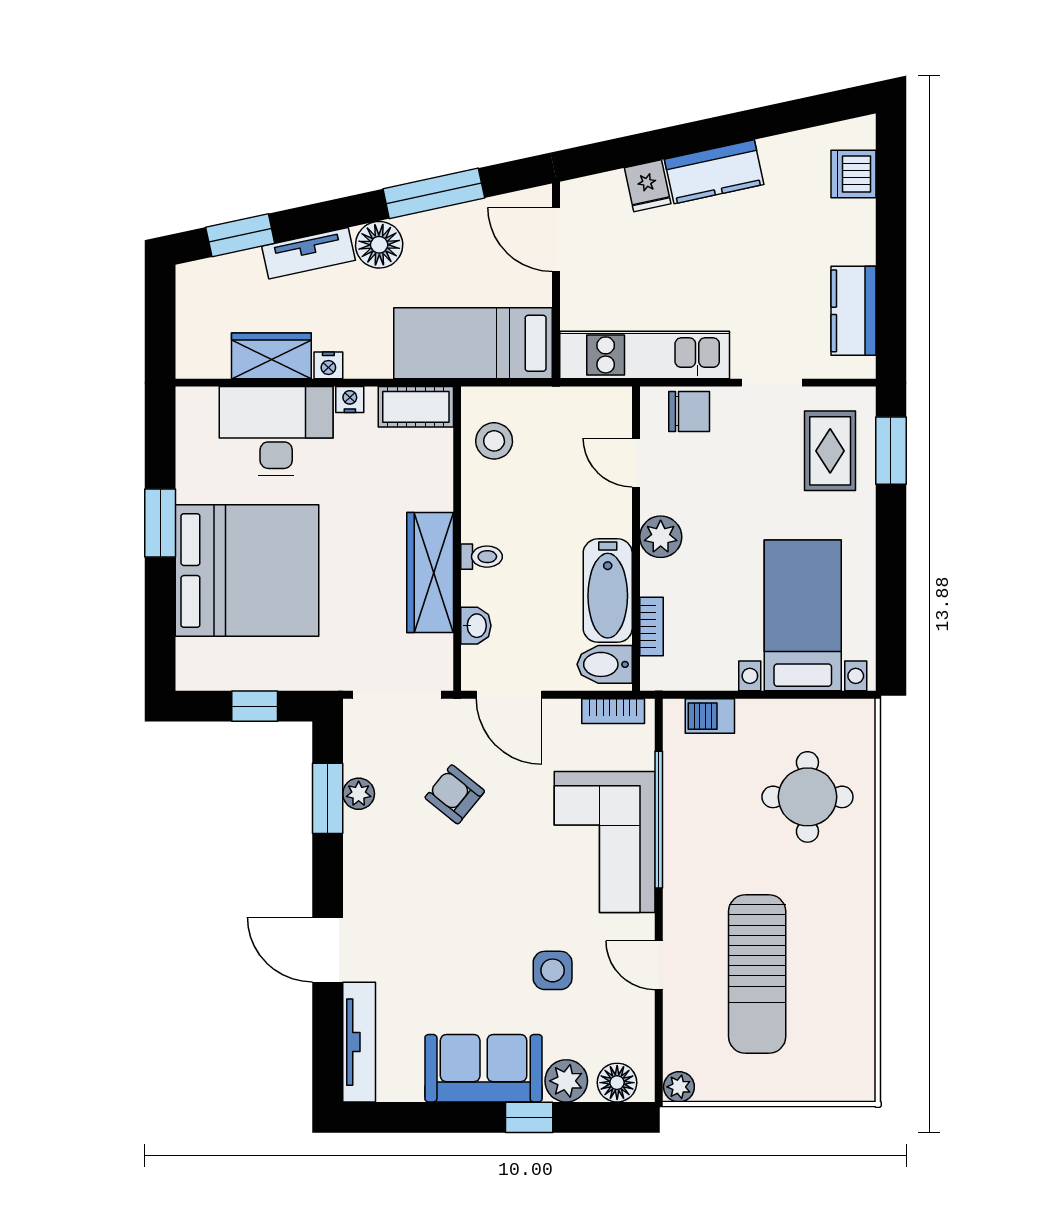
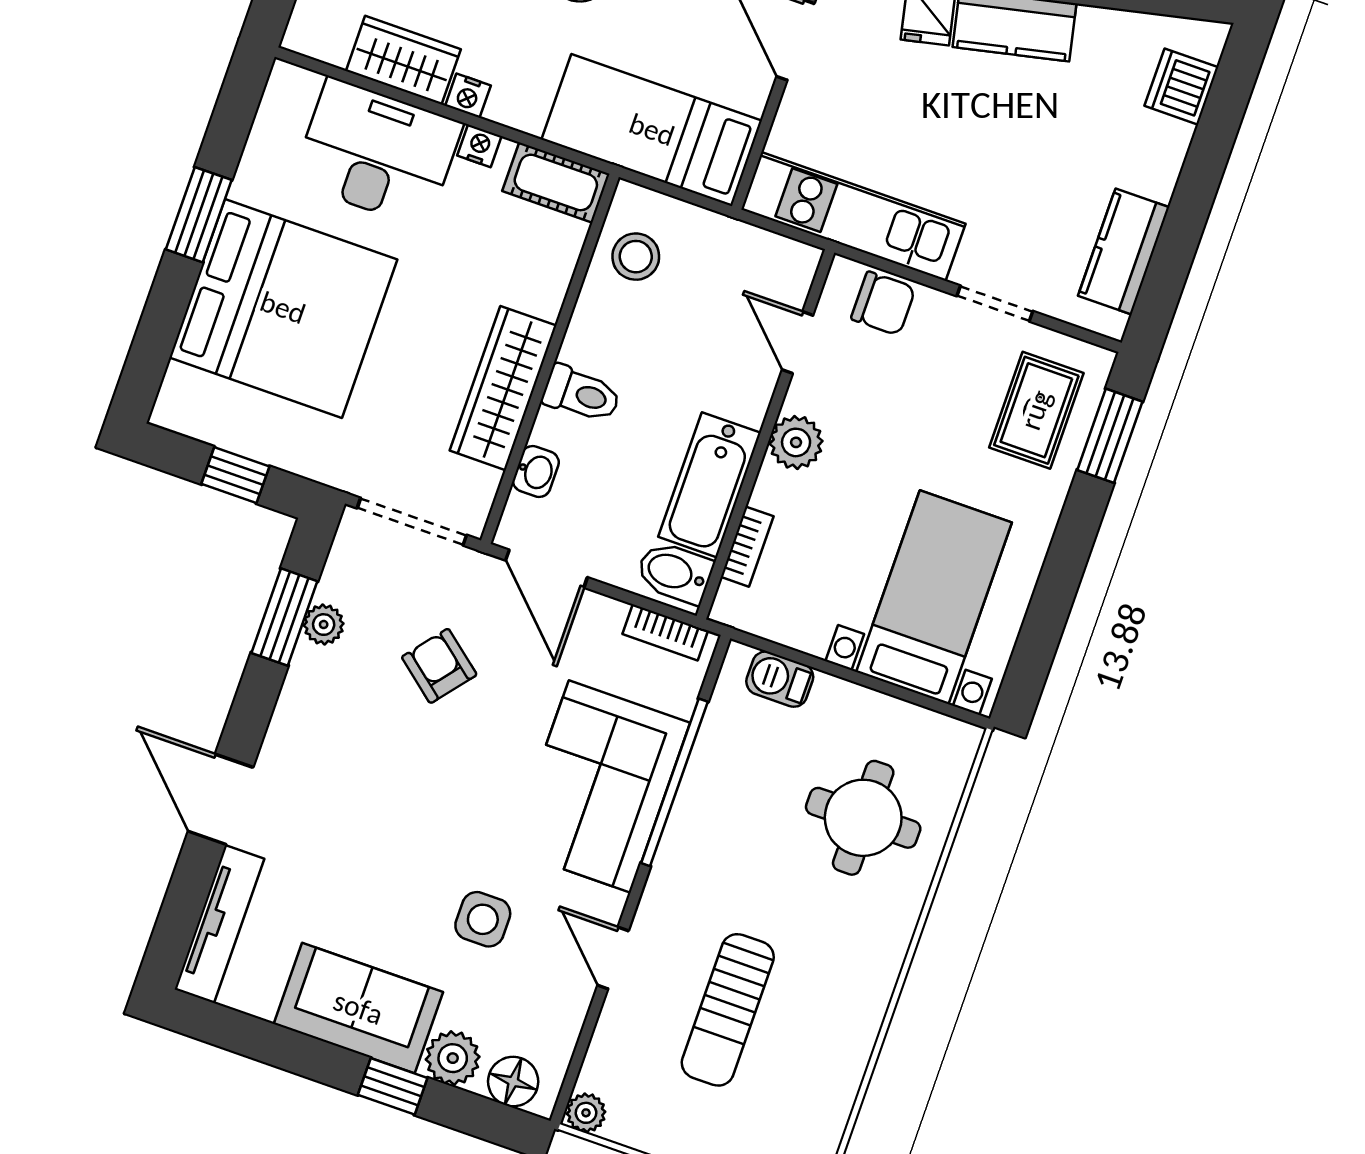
toilet: (482, 557) -> (581, 394), width x1.37, depth x1.39
sun lounger: (757, 974) -> (728, 1010), width x0.73, depth x0.75

